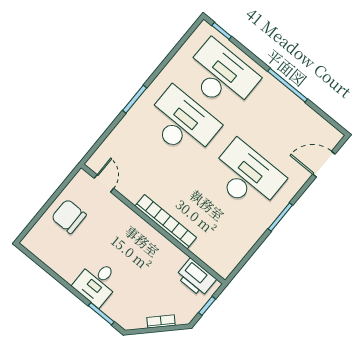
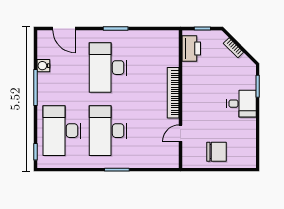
water cooler: (303, 112) -> (43, 66), added
door: (104, 183) -> (180, 133), moved
chair: (69, 216) -> (216, 152), turned -90

